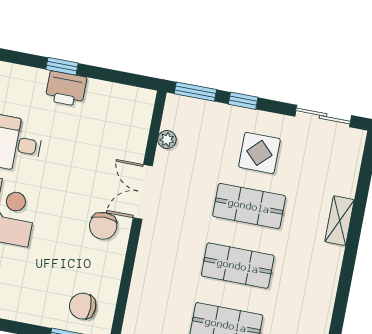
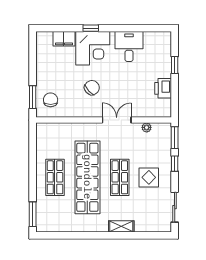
printer: (66, 89) -> (163, 88), moved
chair: (103, 226) -> (92, 88), moved, turned 139
shop shelf: (238, 266) -> (87, 177), width x2.00, depth x1.36

